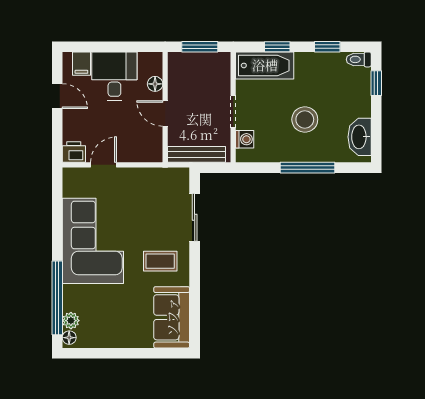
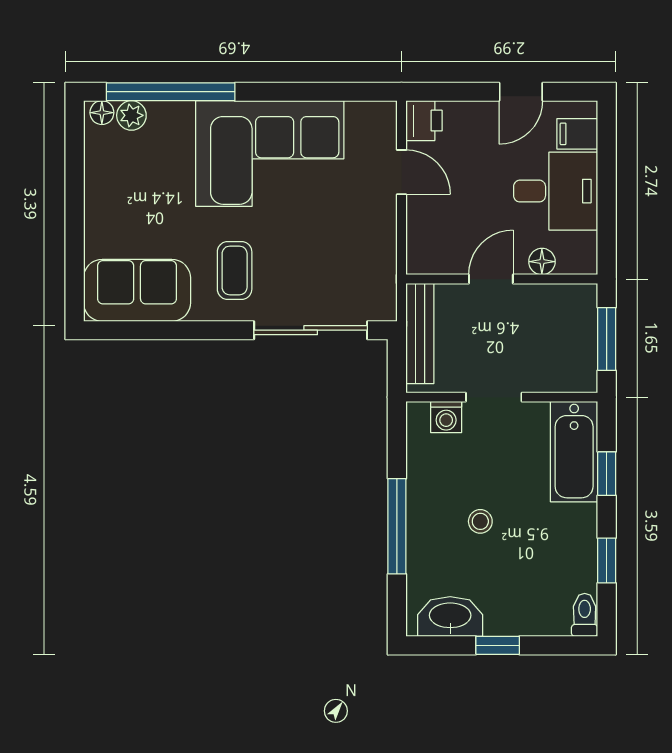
window: (376, 83) -> (498, 645), moved
stool: (305, 119) -> (480, 521), width x0.53, depth x0.53
sliding door: (195, 217) -> (311, 330), width x1.37

